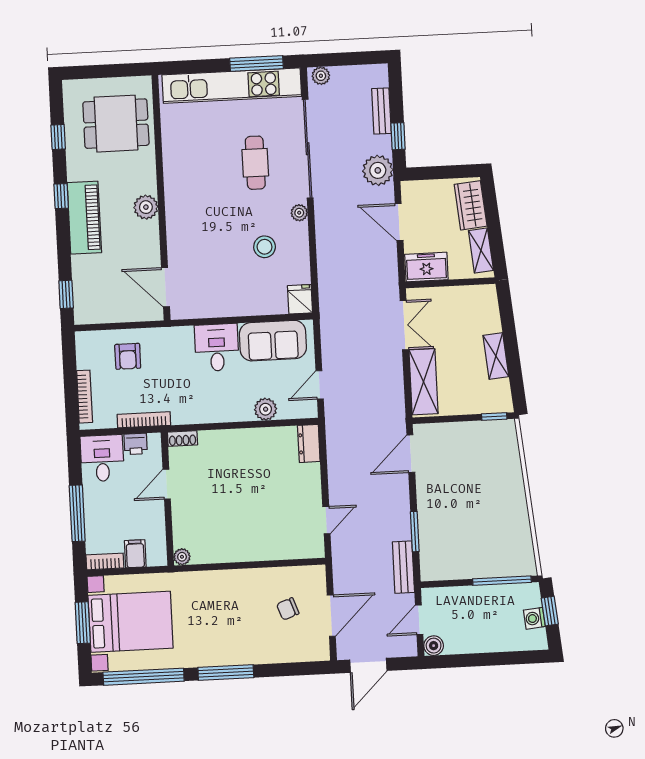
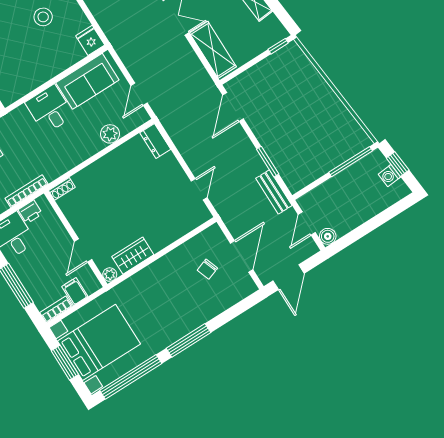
door: (167, 484) -> (83, 251), moved
wardrobe: (217, 550) -> (133, 256), added

